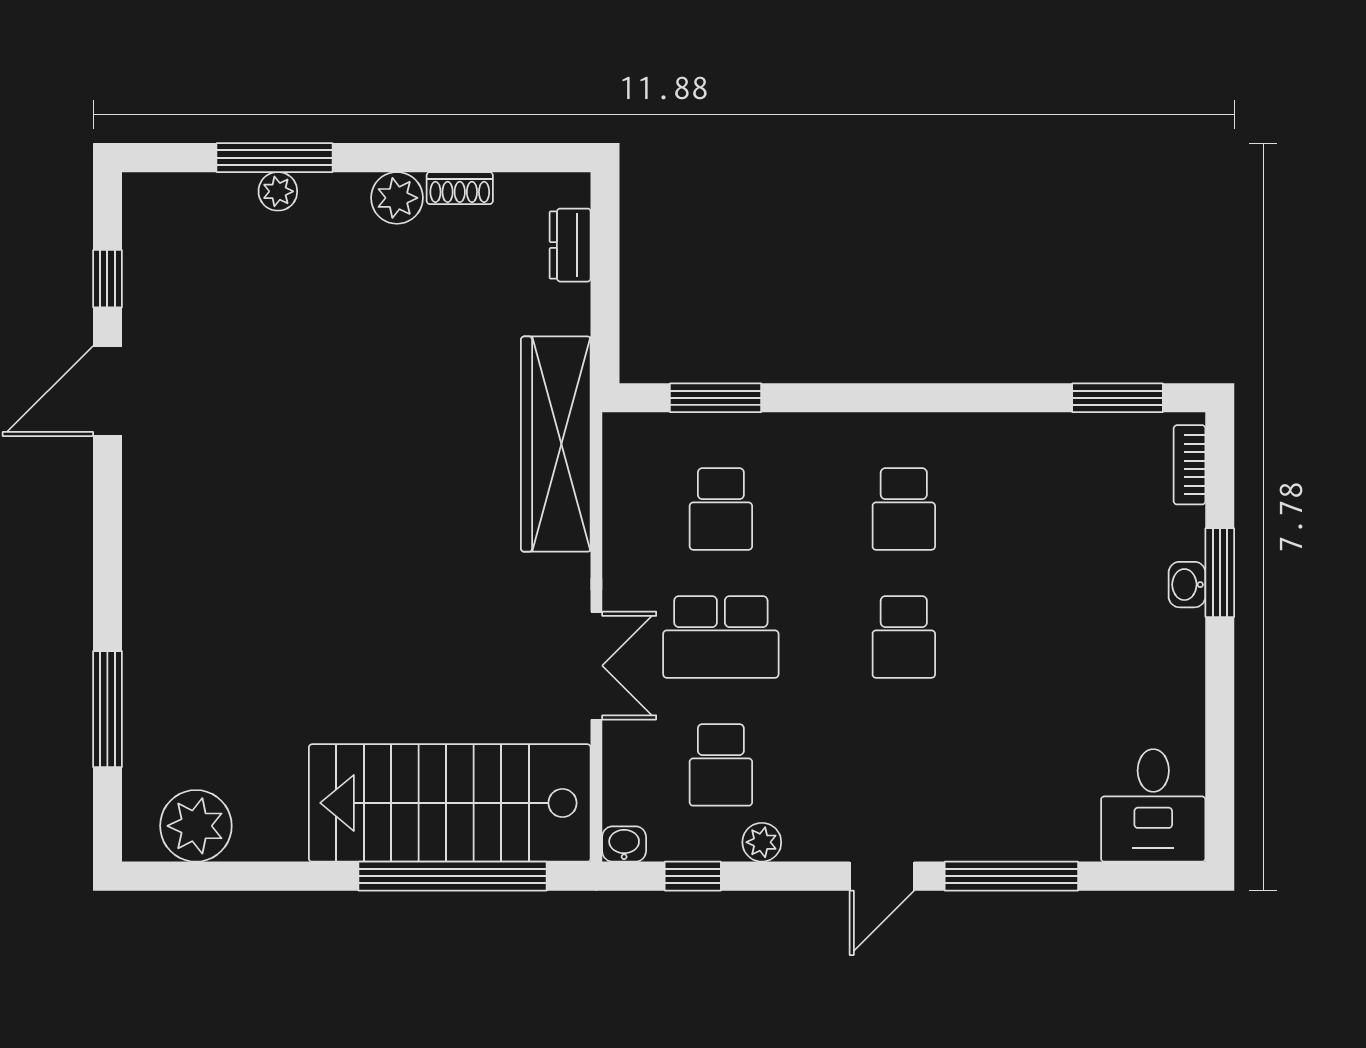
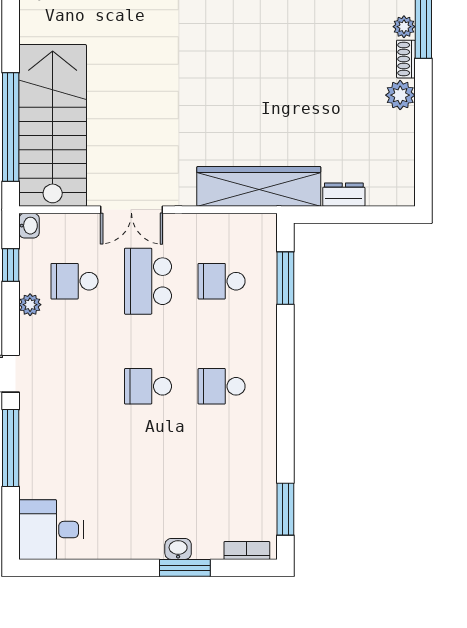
shoe rack: (460, 188) -> (406, 59), moved
dresser: (570, 245) -> (344, 195), moved

